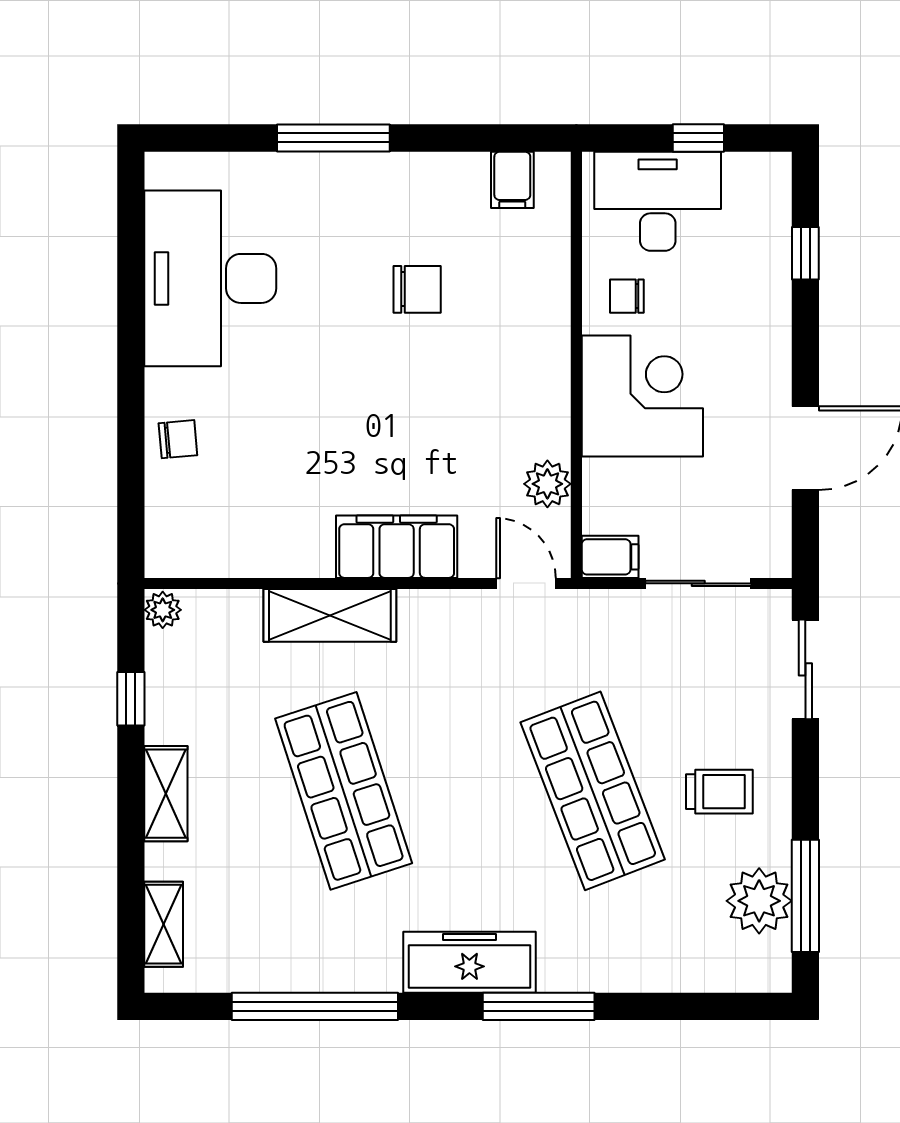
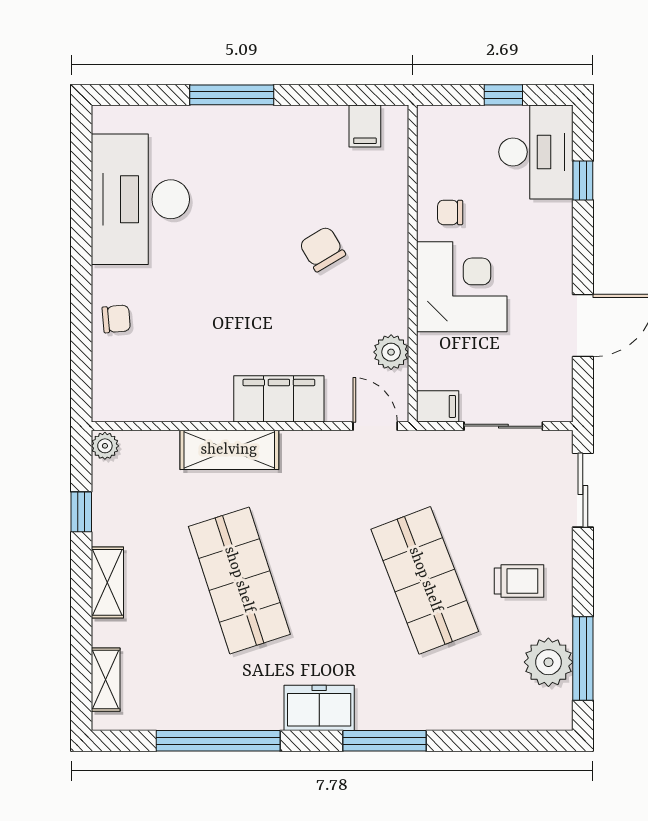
desk: (658, 201) -> (536, 152), moved, turned 90
chair: (417, 289) -> (322, 249), moved, turned -121
freezer: (469, 962) -> (319, 708), width x0.71

